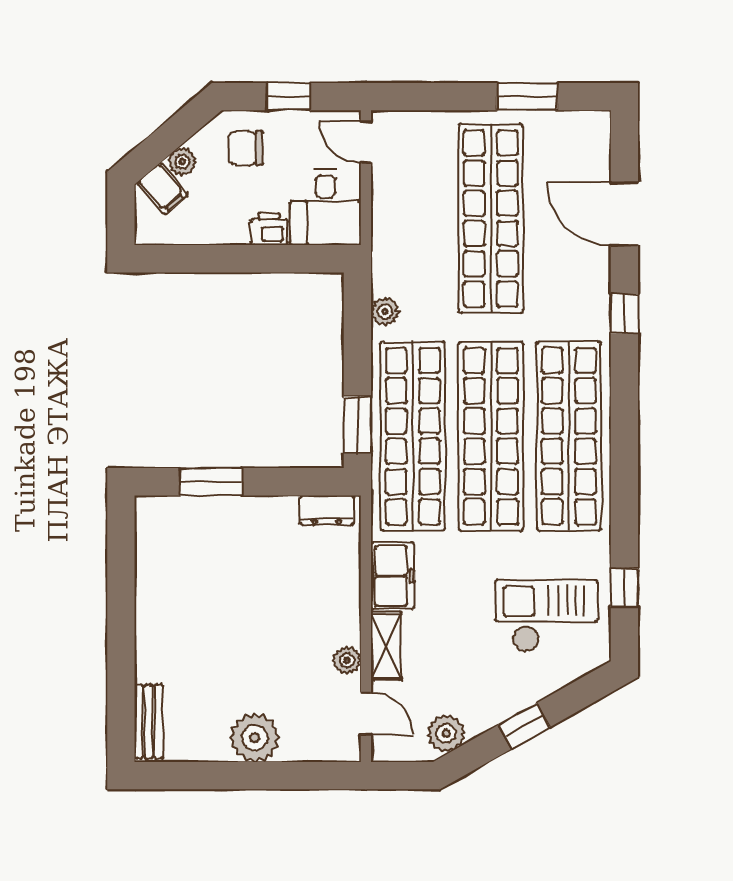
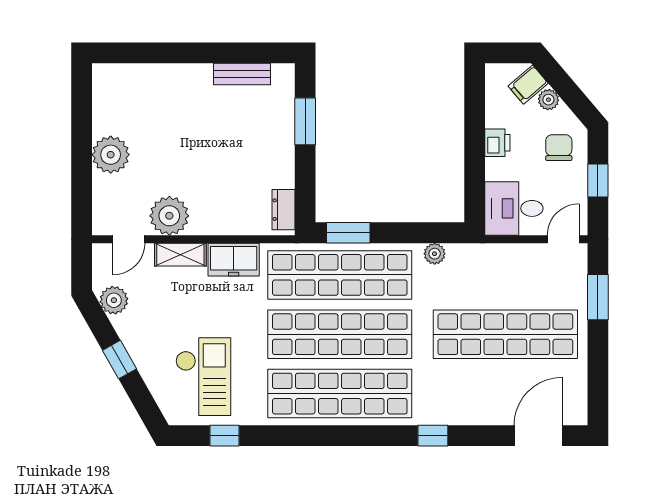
window: (527, 97) -> (598, 297), moved
door: (624, 214) -> (538, 436), moved
printer: (269, 229) -> (497, 143), moved
plant: (347, 660) -> (169, 216), width x1.88, depth x1.88
bench: (149, 722) -> (242, 74), moved

